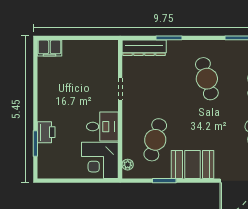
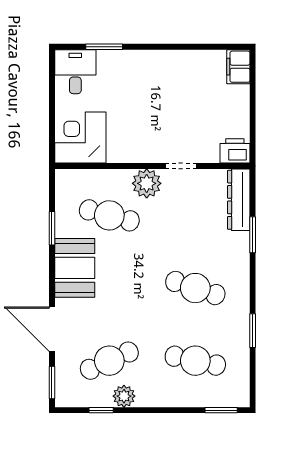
cafe table: (207, 79) -> (195, 288), turned 33
desk: (102, 127) -> (75, 72), moved, turned 180
printer: (46, 132) -> (235, 151), moved, turned 180
plant: (128, 165) -> (147, 183), moved, width x1.88, depth x1.88

